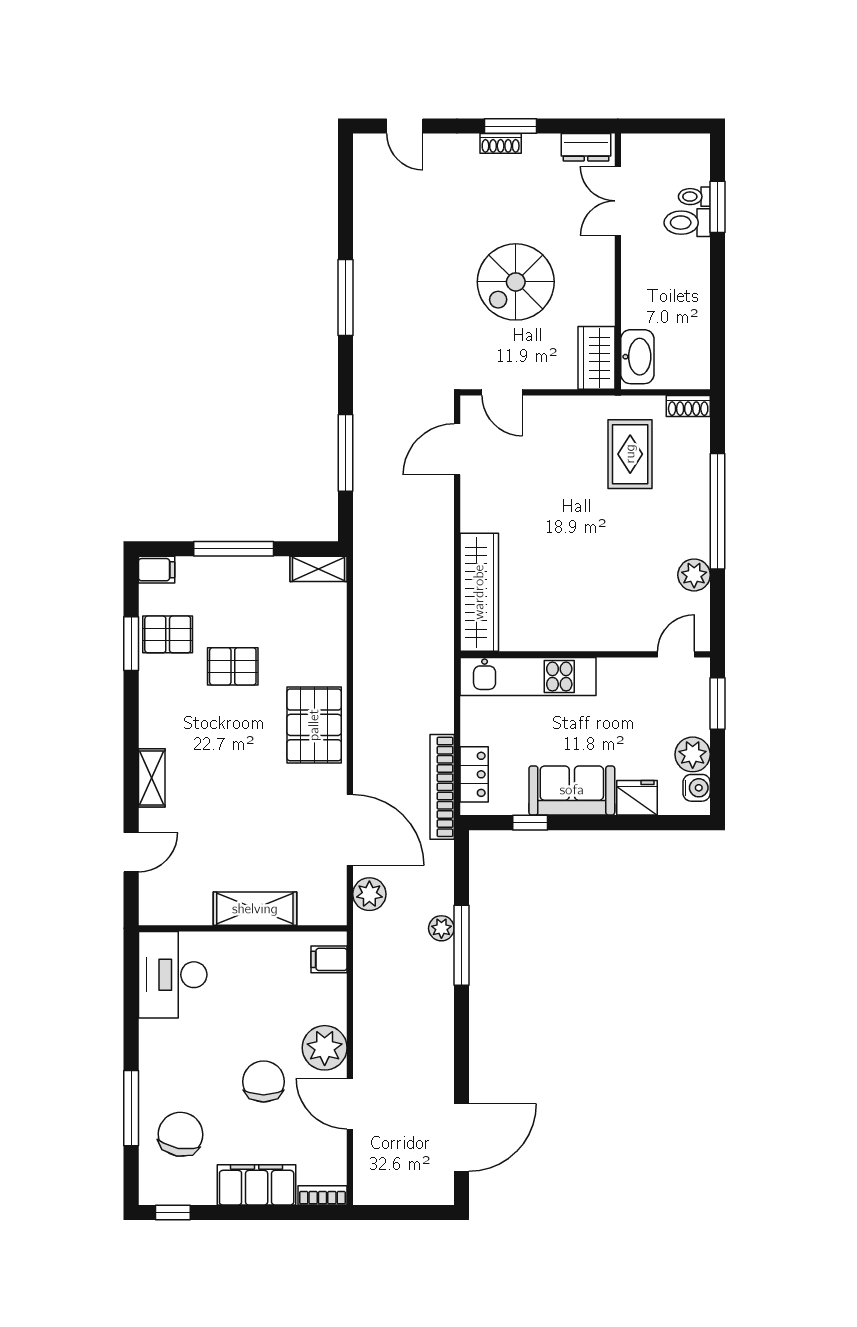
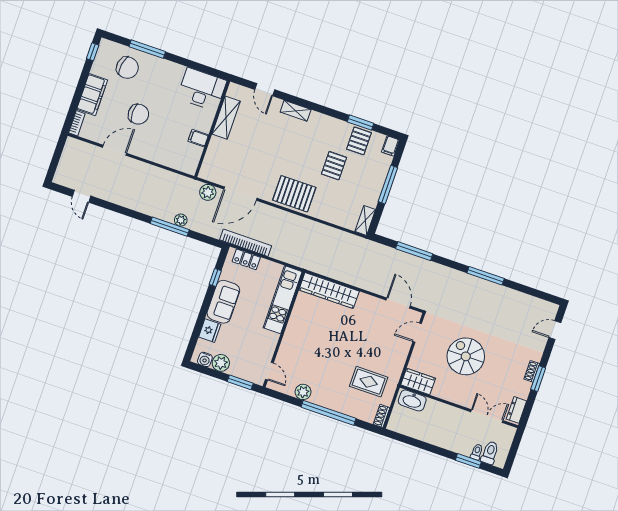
toilet: (687, 223) -> (490, 453), moved
shelving: (255, 909) -> (226, 118), moved
filing cabinet: (329, 959) -> (198, 138), moved, turned -90
plant: (325, 1048) -> (144, 148), removed
door: (462, 1137) -> (82, 196), width x0.53

